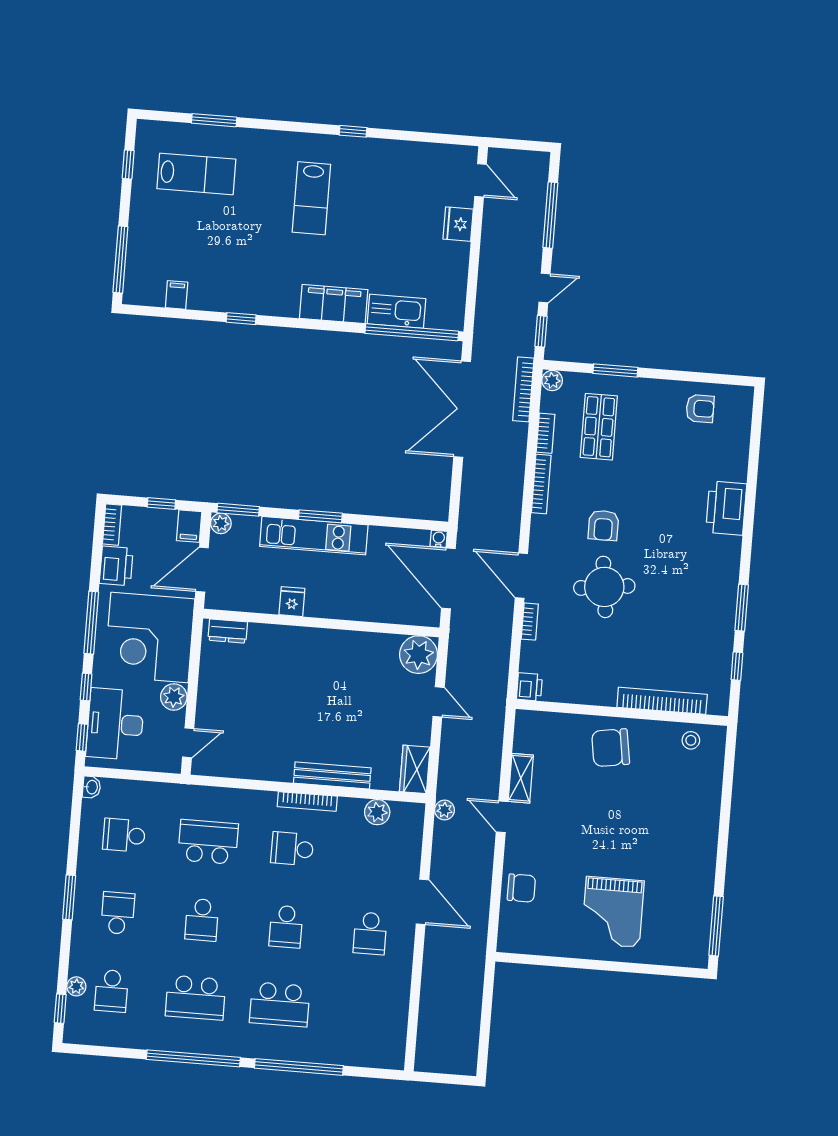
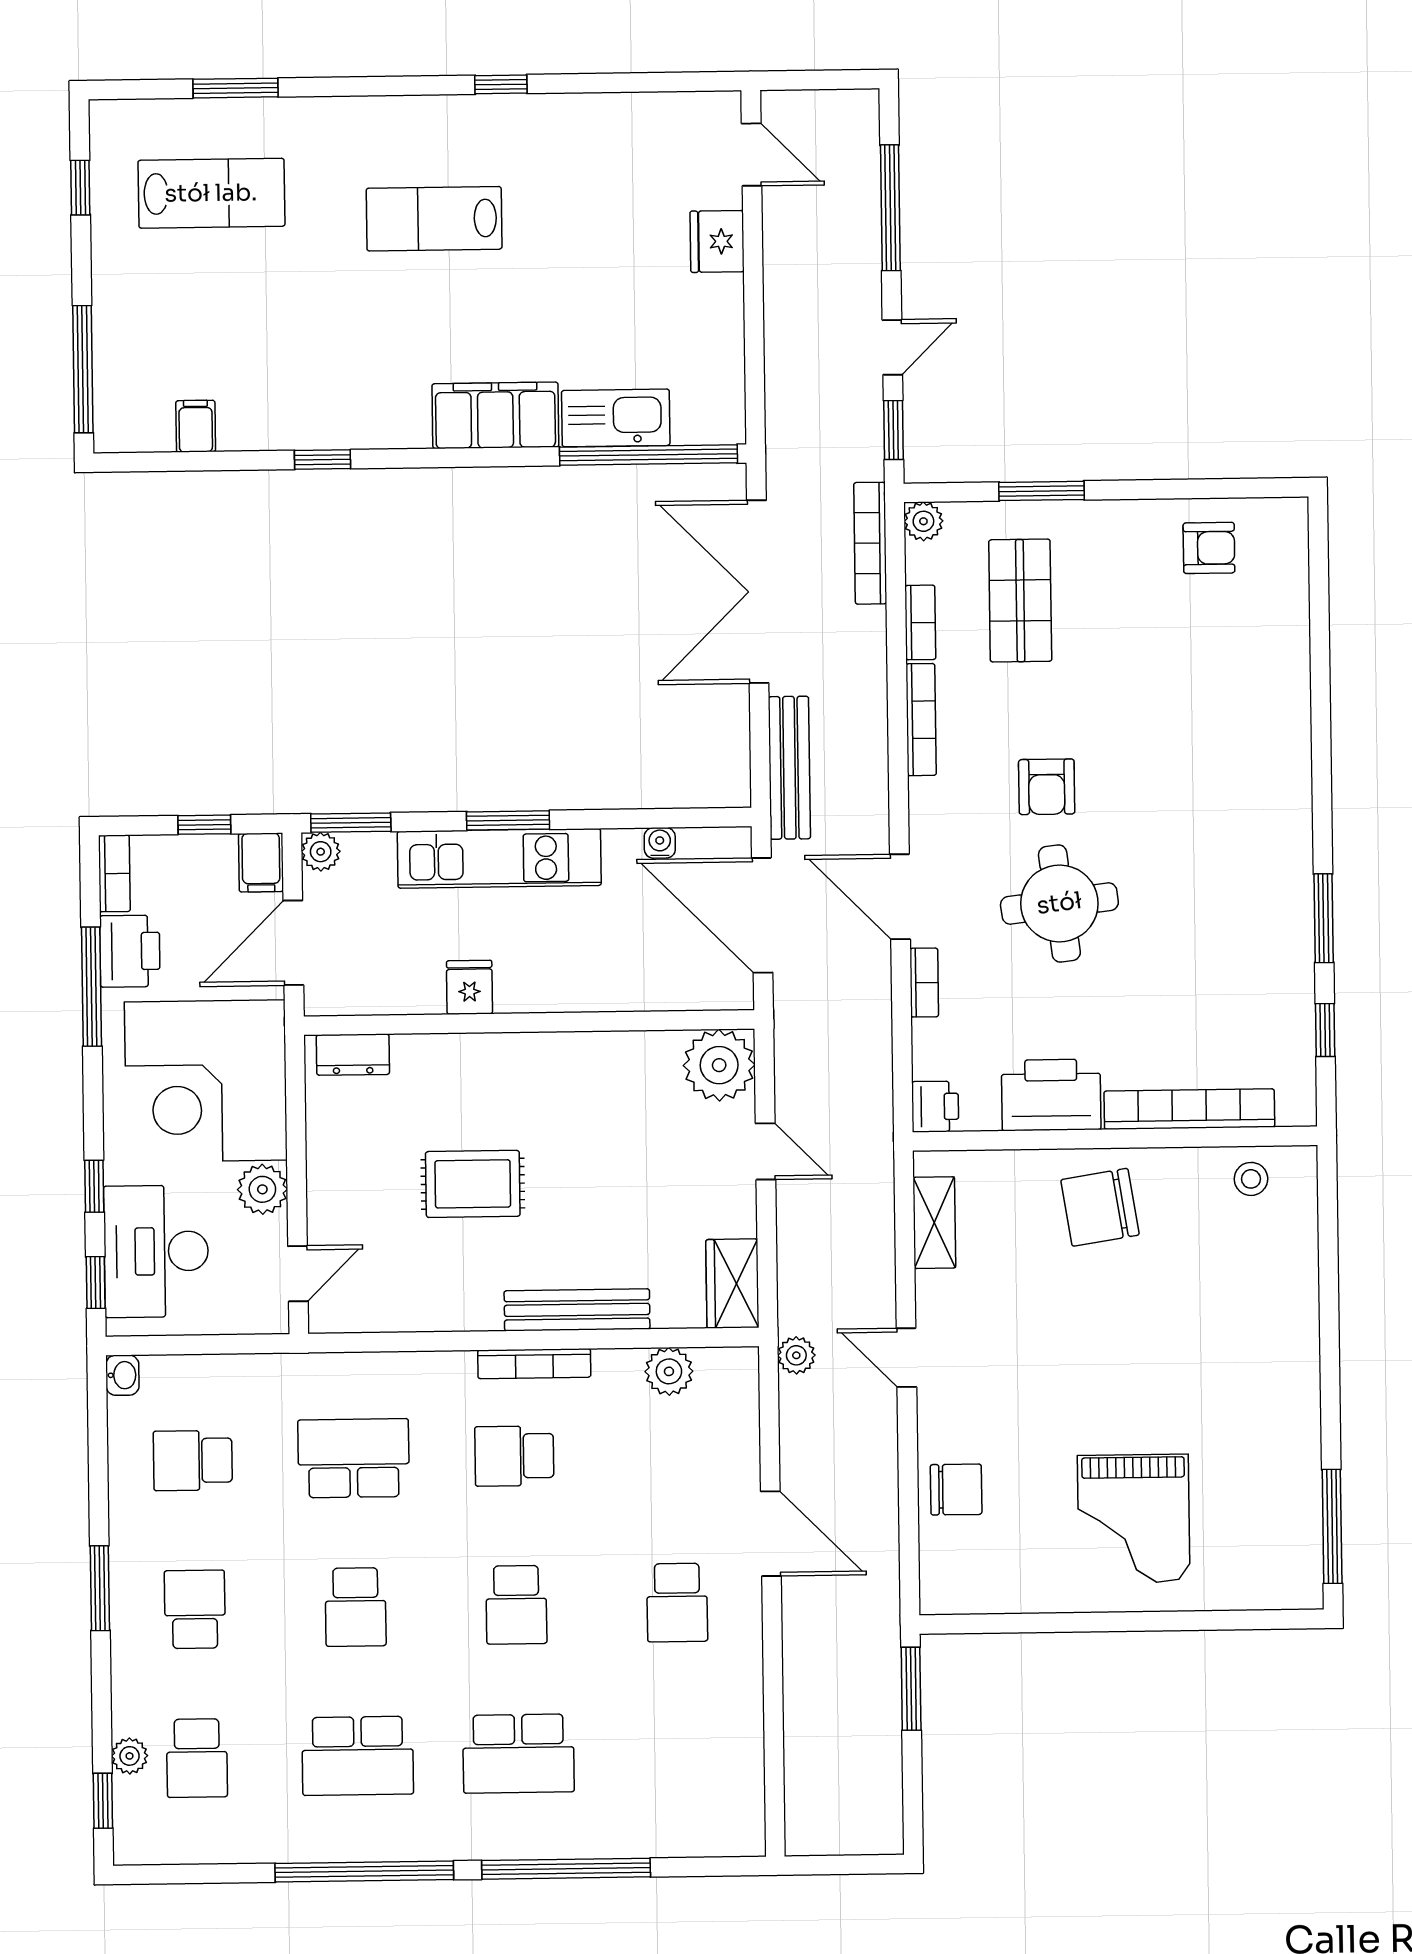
lab bench: (311, 198) -> (434, 219), turned 90
bench: (470, 503) -> (789, 768), added
printer: (726, 508) -> (1051, 1095), moved, turned 90
water cooler: (439, 539) -> (660, 843), moved
window: (91, 623) -> (91, 987), moved
rug: (284, 704) -> (473, 1184), added
shelving: (521, 778) -> (934, 1223), moved
window: (488, 990) -> (911, 1689), added

